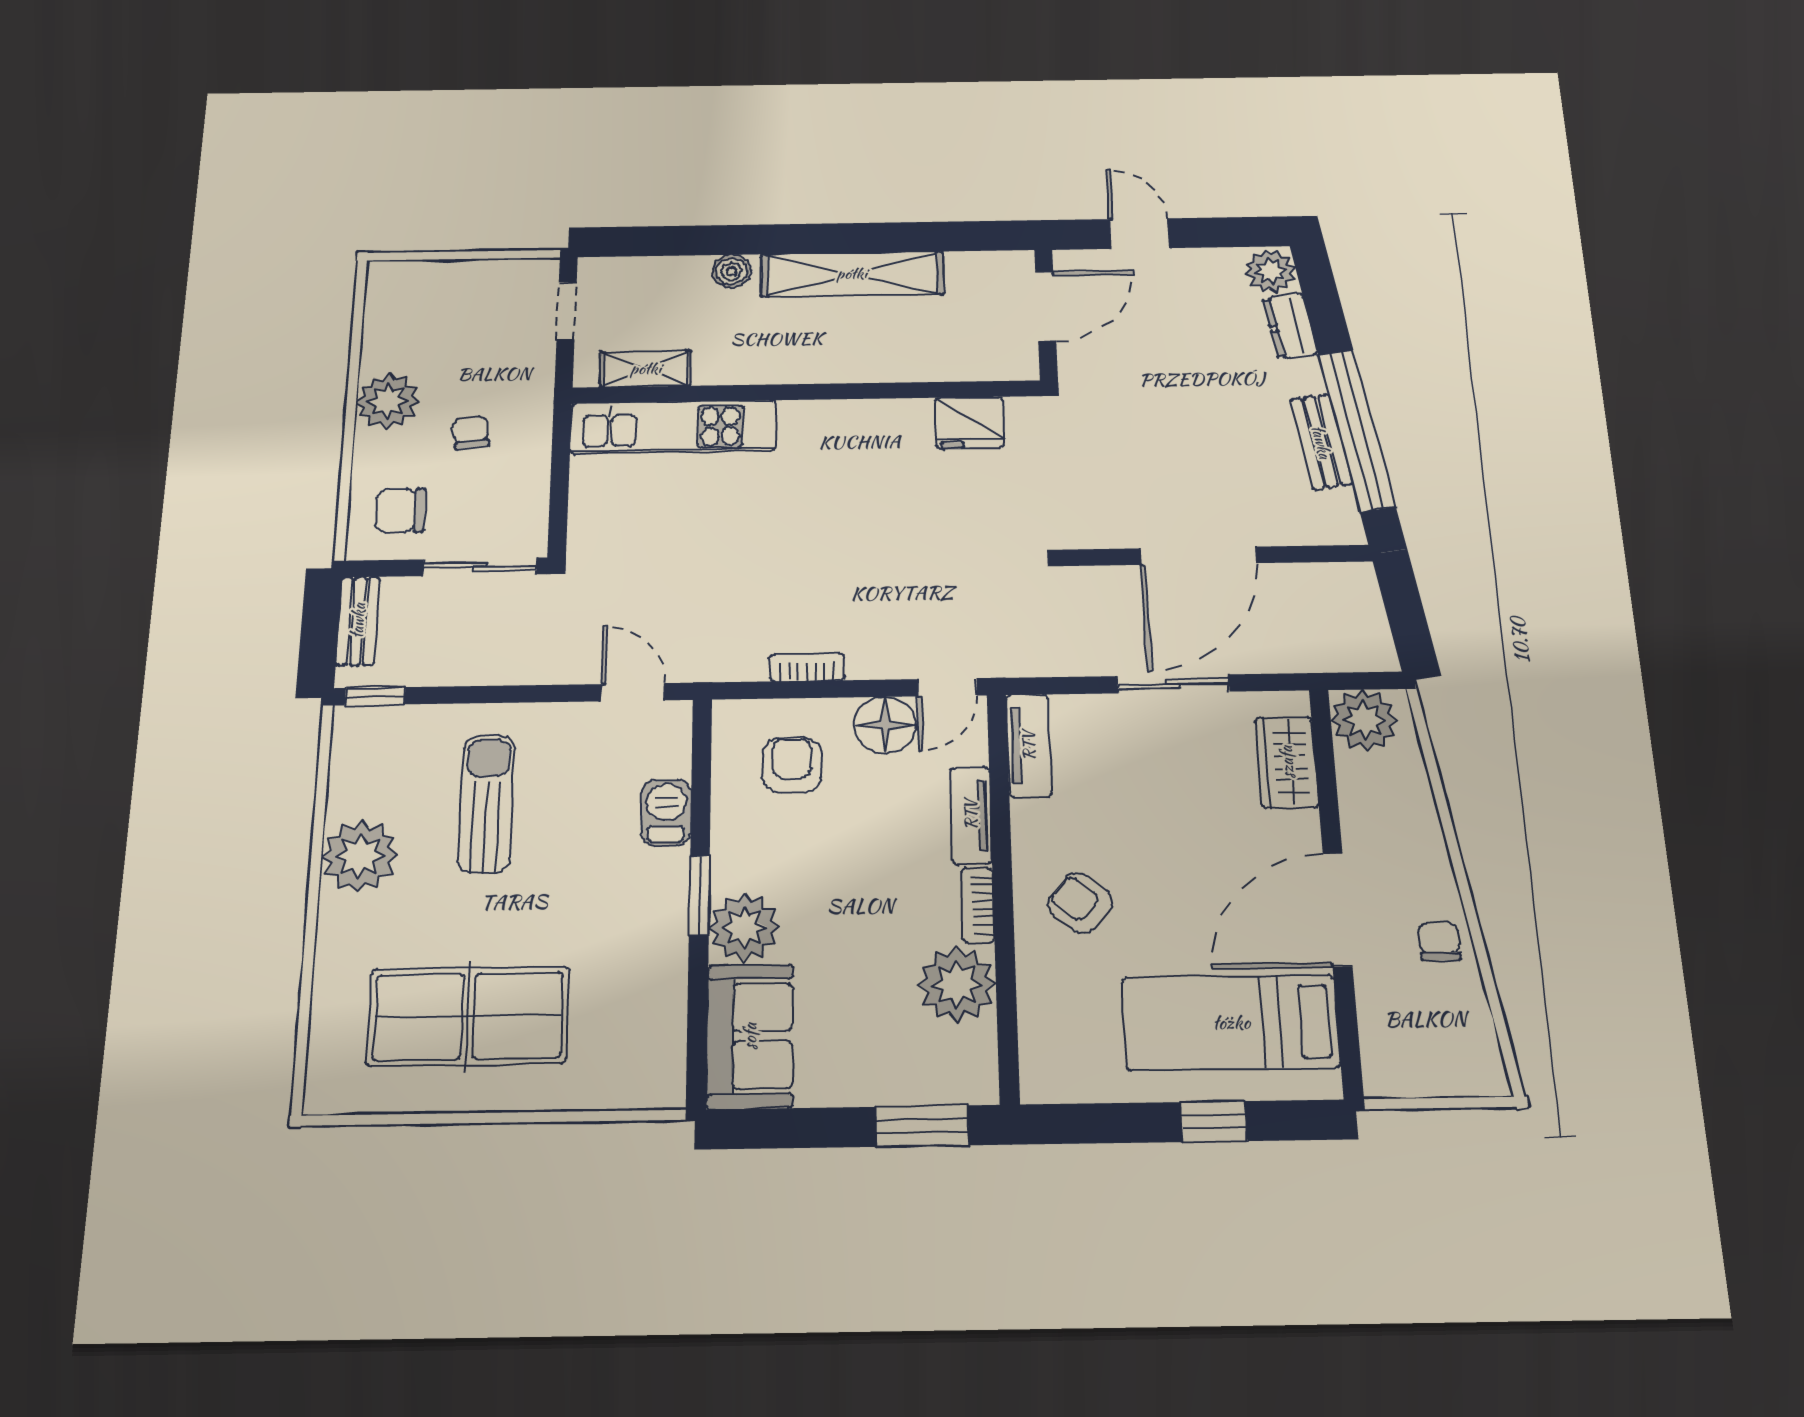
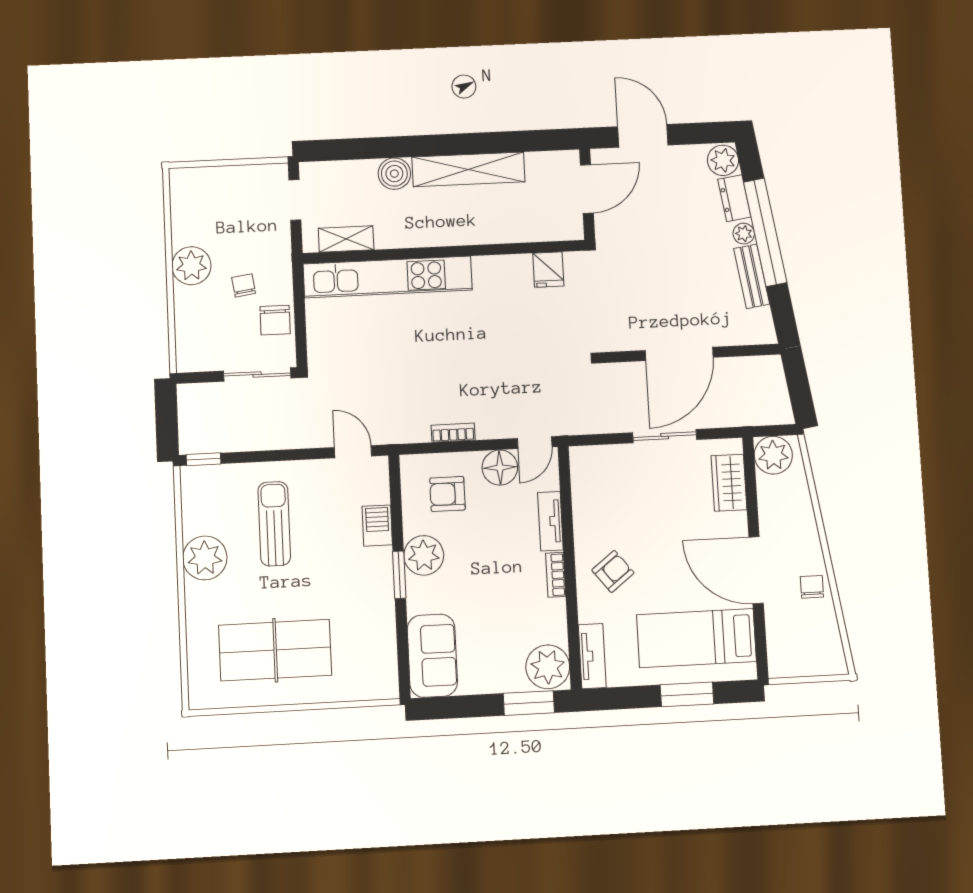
door: (1139, 234) -> (643, 136), width x1.38
boiler: (731, 271) -> (394, 174), width x1.36, depth x1.36
plant: (1306, 378) -> (744, 234), added
fridge: (969, 423) -> (548, 270), width x0.72
kitchen unit: (673, 427) -> (388, 277), width x1.36
window: (1357, 430) -> (765, 232), moved
chair: (400, 511) -> (275, 320), moved, turned -90
bench: (358, 621) -> (188, 412), removed
tv unit: (1029, 746) -> (592, 656), moved
armchair: (792, 765) -> (447, 494), turned -90
armchair: (1080, 903) -> (613, 571), turned 101
door: (1338, 910) -> (756, 570), hinge flipped
plant: (744, 927) -> (424, 555), moved
plant: (957, 985) -> (548, 667), moved
window: (1214, 1121) -> (687, 694), width x1.50

